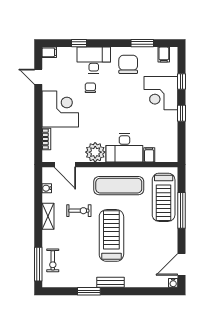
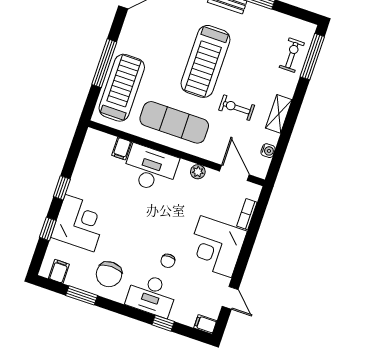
plant: (95, 152) -> (198, 172), width x0.53, depth x0.53

